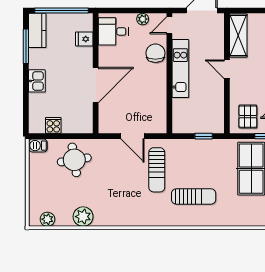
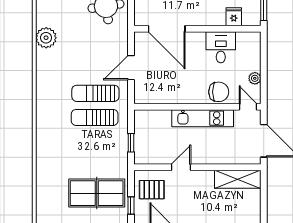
desk: (113, 31) -> (221, 47), moved
door: (227, 69) -> (181, 167), moved
door: (96, 85) -> (167, 29), moved
sun lounger: (194, 196) -> (95, 117), moved, turned 90
plant: (83, 217) -> (46, 38), moved

